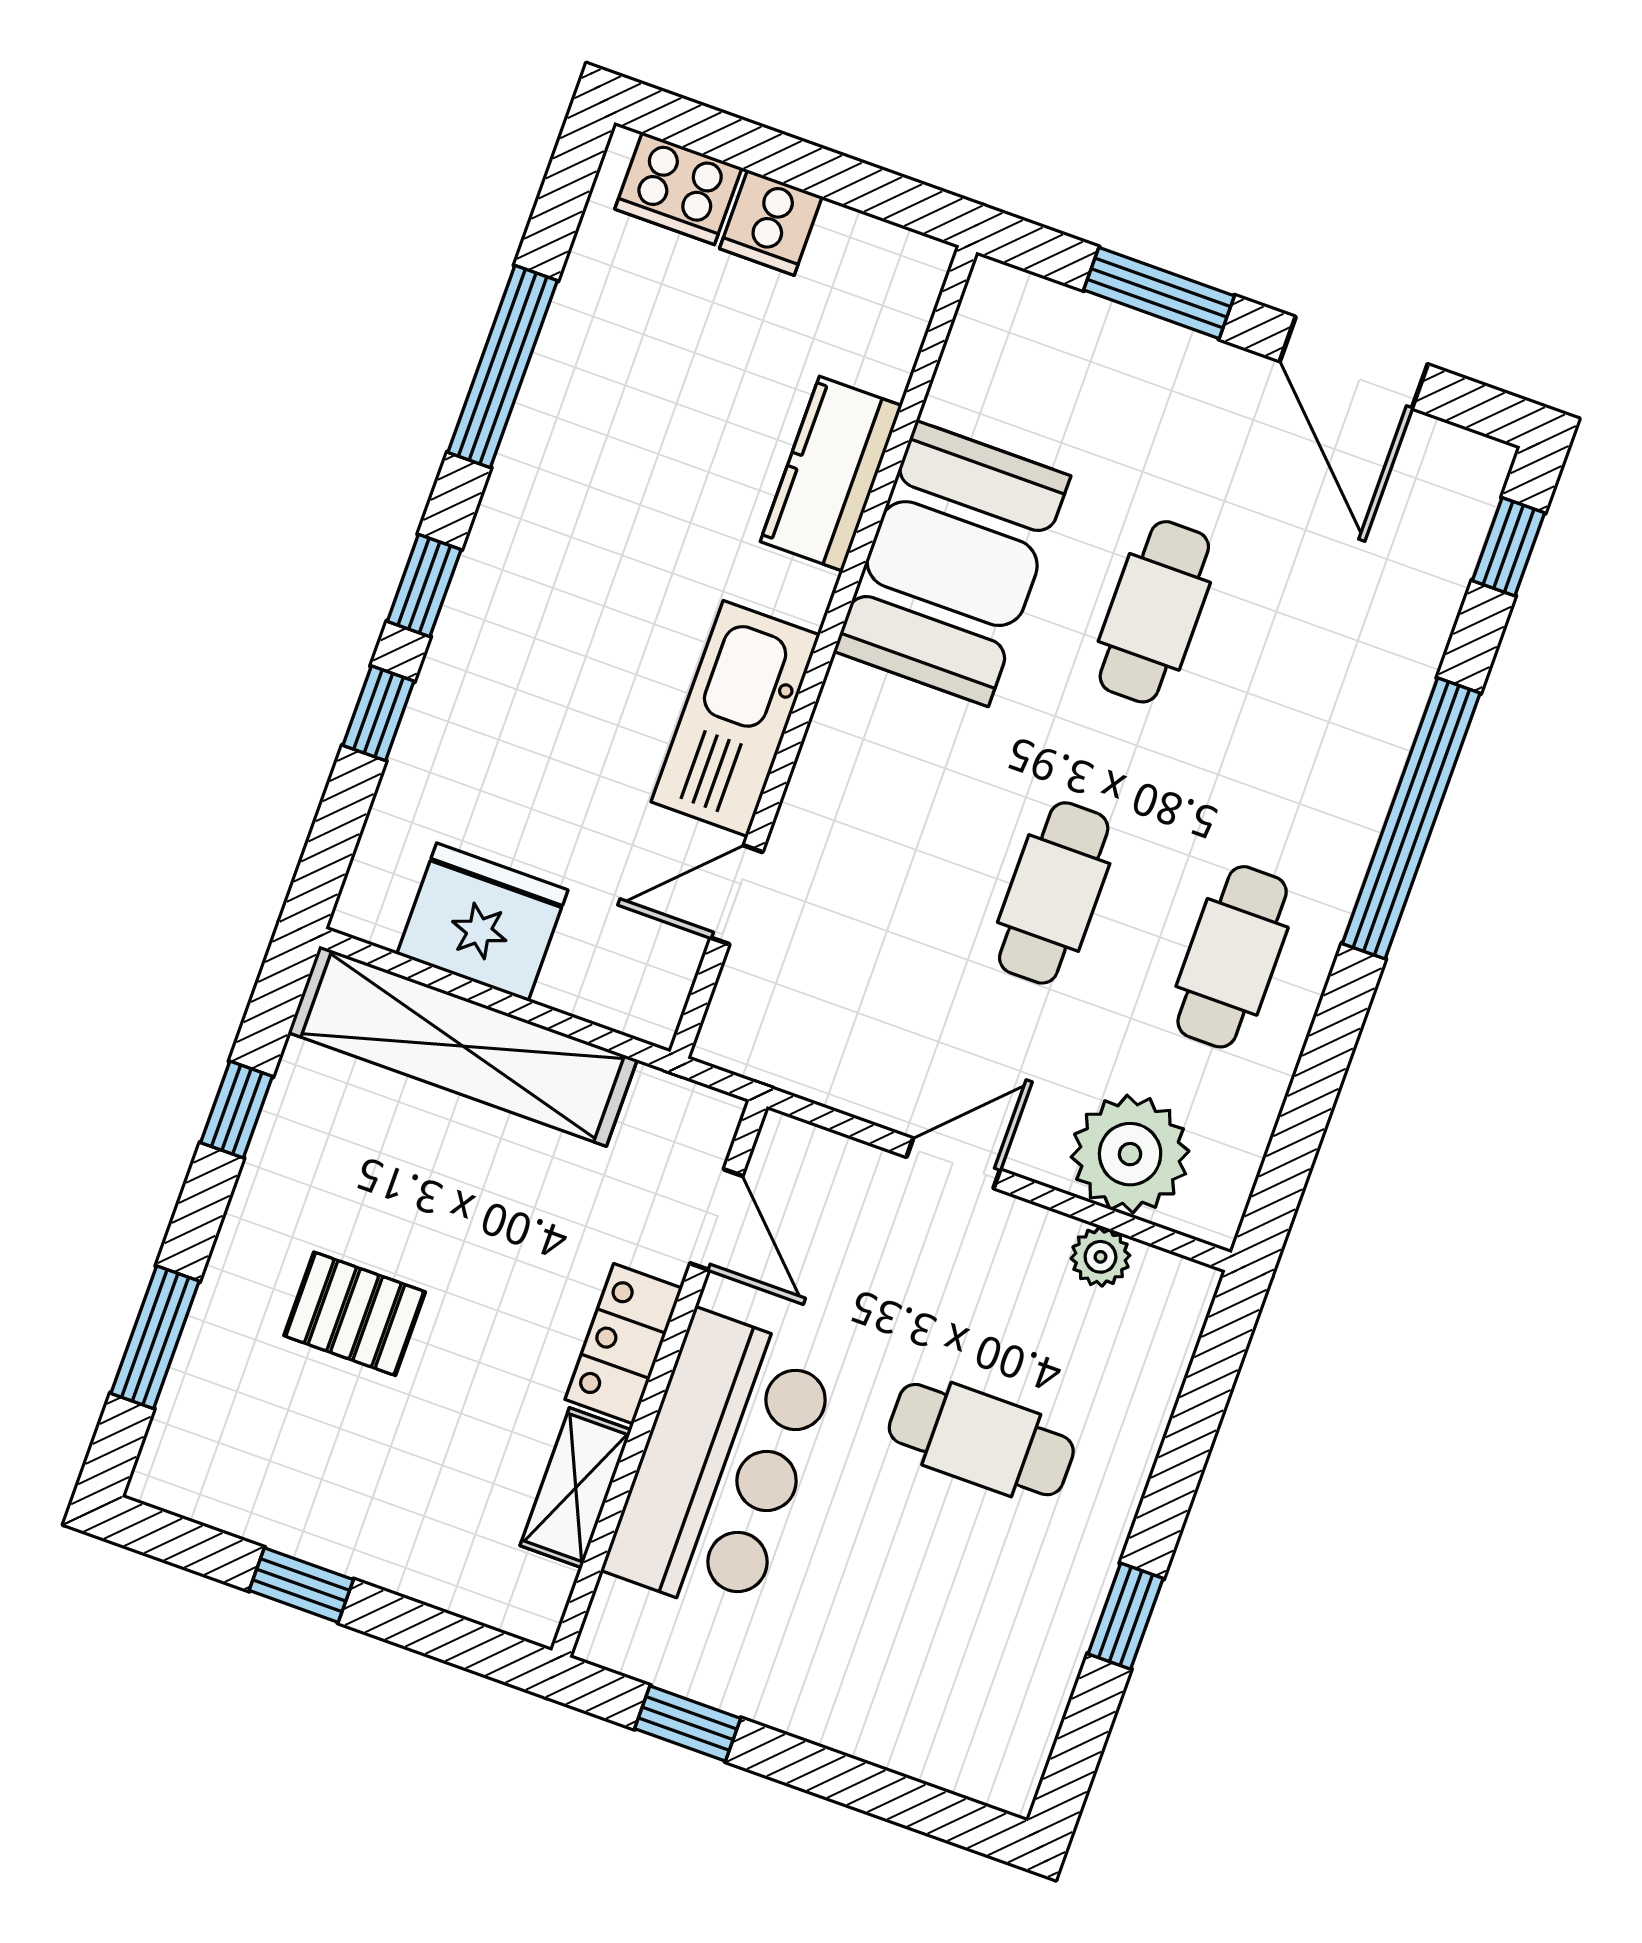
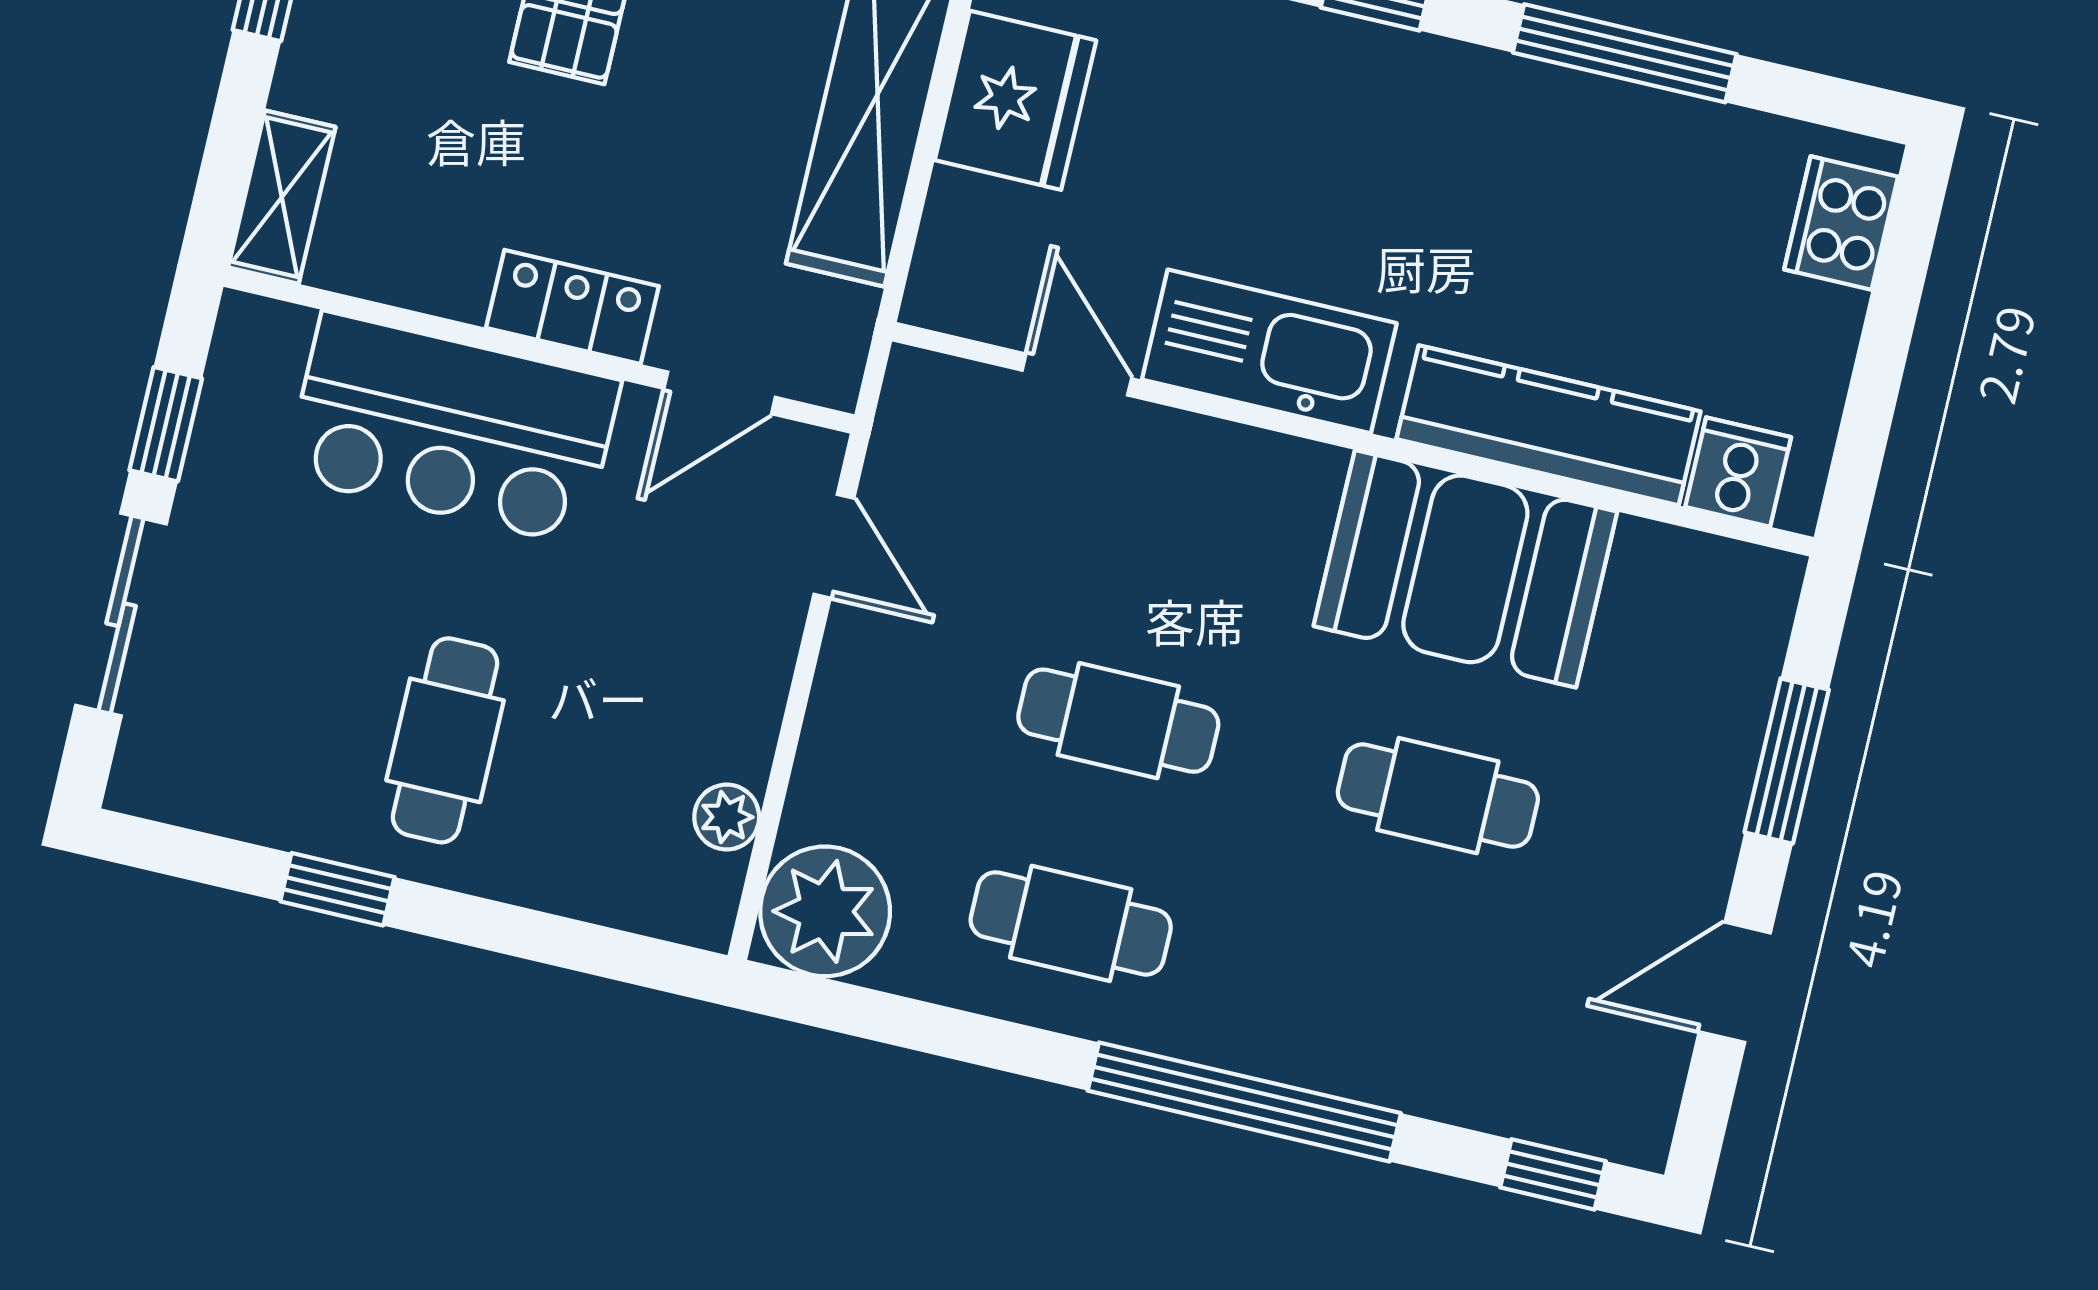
cooker: (771, 223) -> (1738, 472), moved, turned 90
door: (1354, 363) -> (1735, 982), width x0.73
kitchen counter: (831, 474) -> (1549, 425), width x1.50
plant: (1130, 1154) -> (825, 911), moved
door: (953, 1163) -> (834, 546), moved
cafe table: (981, 1440) -> (445, 740), moved
shelving: (576, 1488) -> (282, 197), moved, turned 90
sliding door: (855, 1783) -> (121, 615), added

